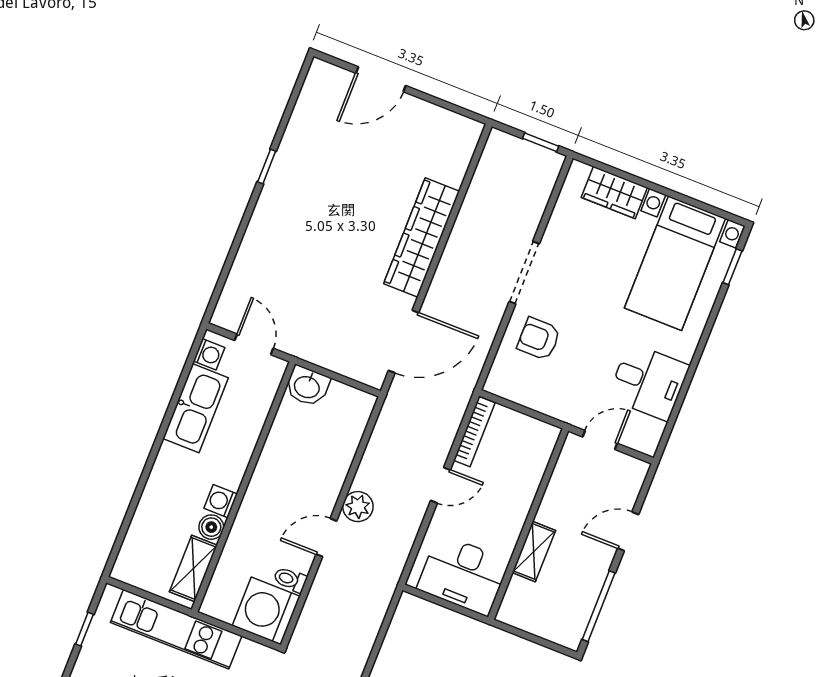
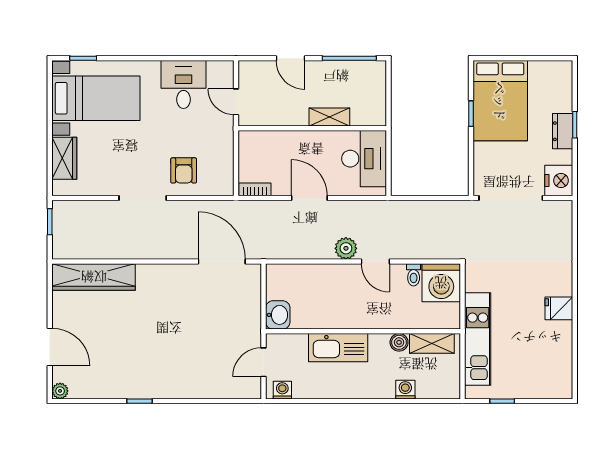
plant: (320, 70) -> (60, 391), added
wardrobe: (422, 237) -> (94, 277), moved
kitchen sink: (196, 408) -> (338, 348), moved, turned 180
bookcase: (474, 432) -> (255, 189), width x0.64
door: (441, 485) -> (309, 198), width x1.38
washing machine: (221, 501) -> (405, 390), moved, turned 180

